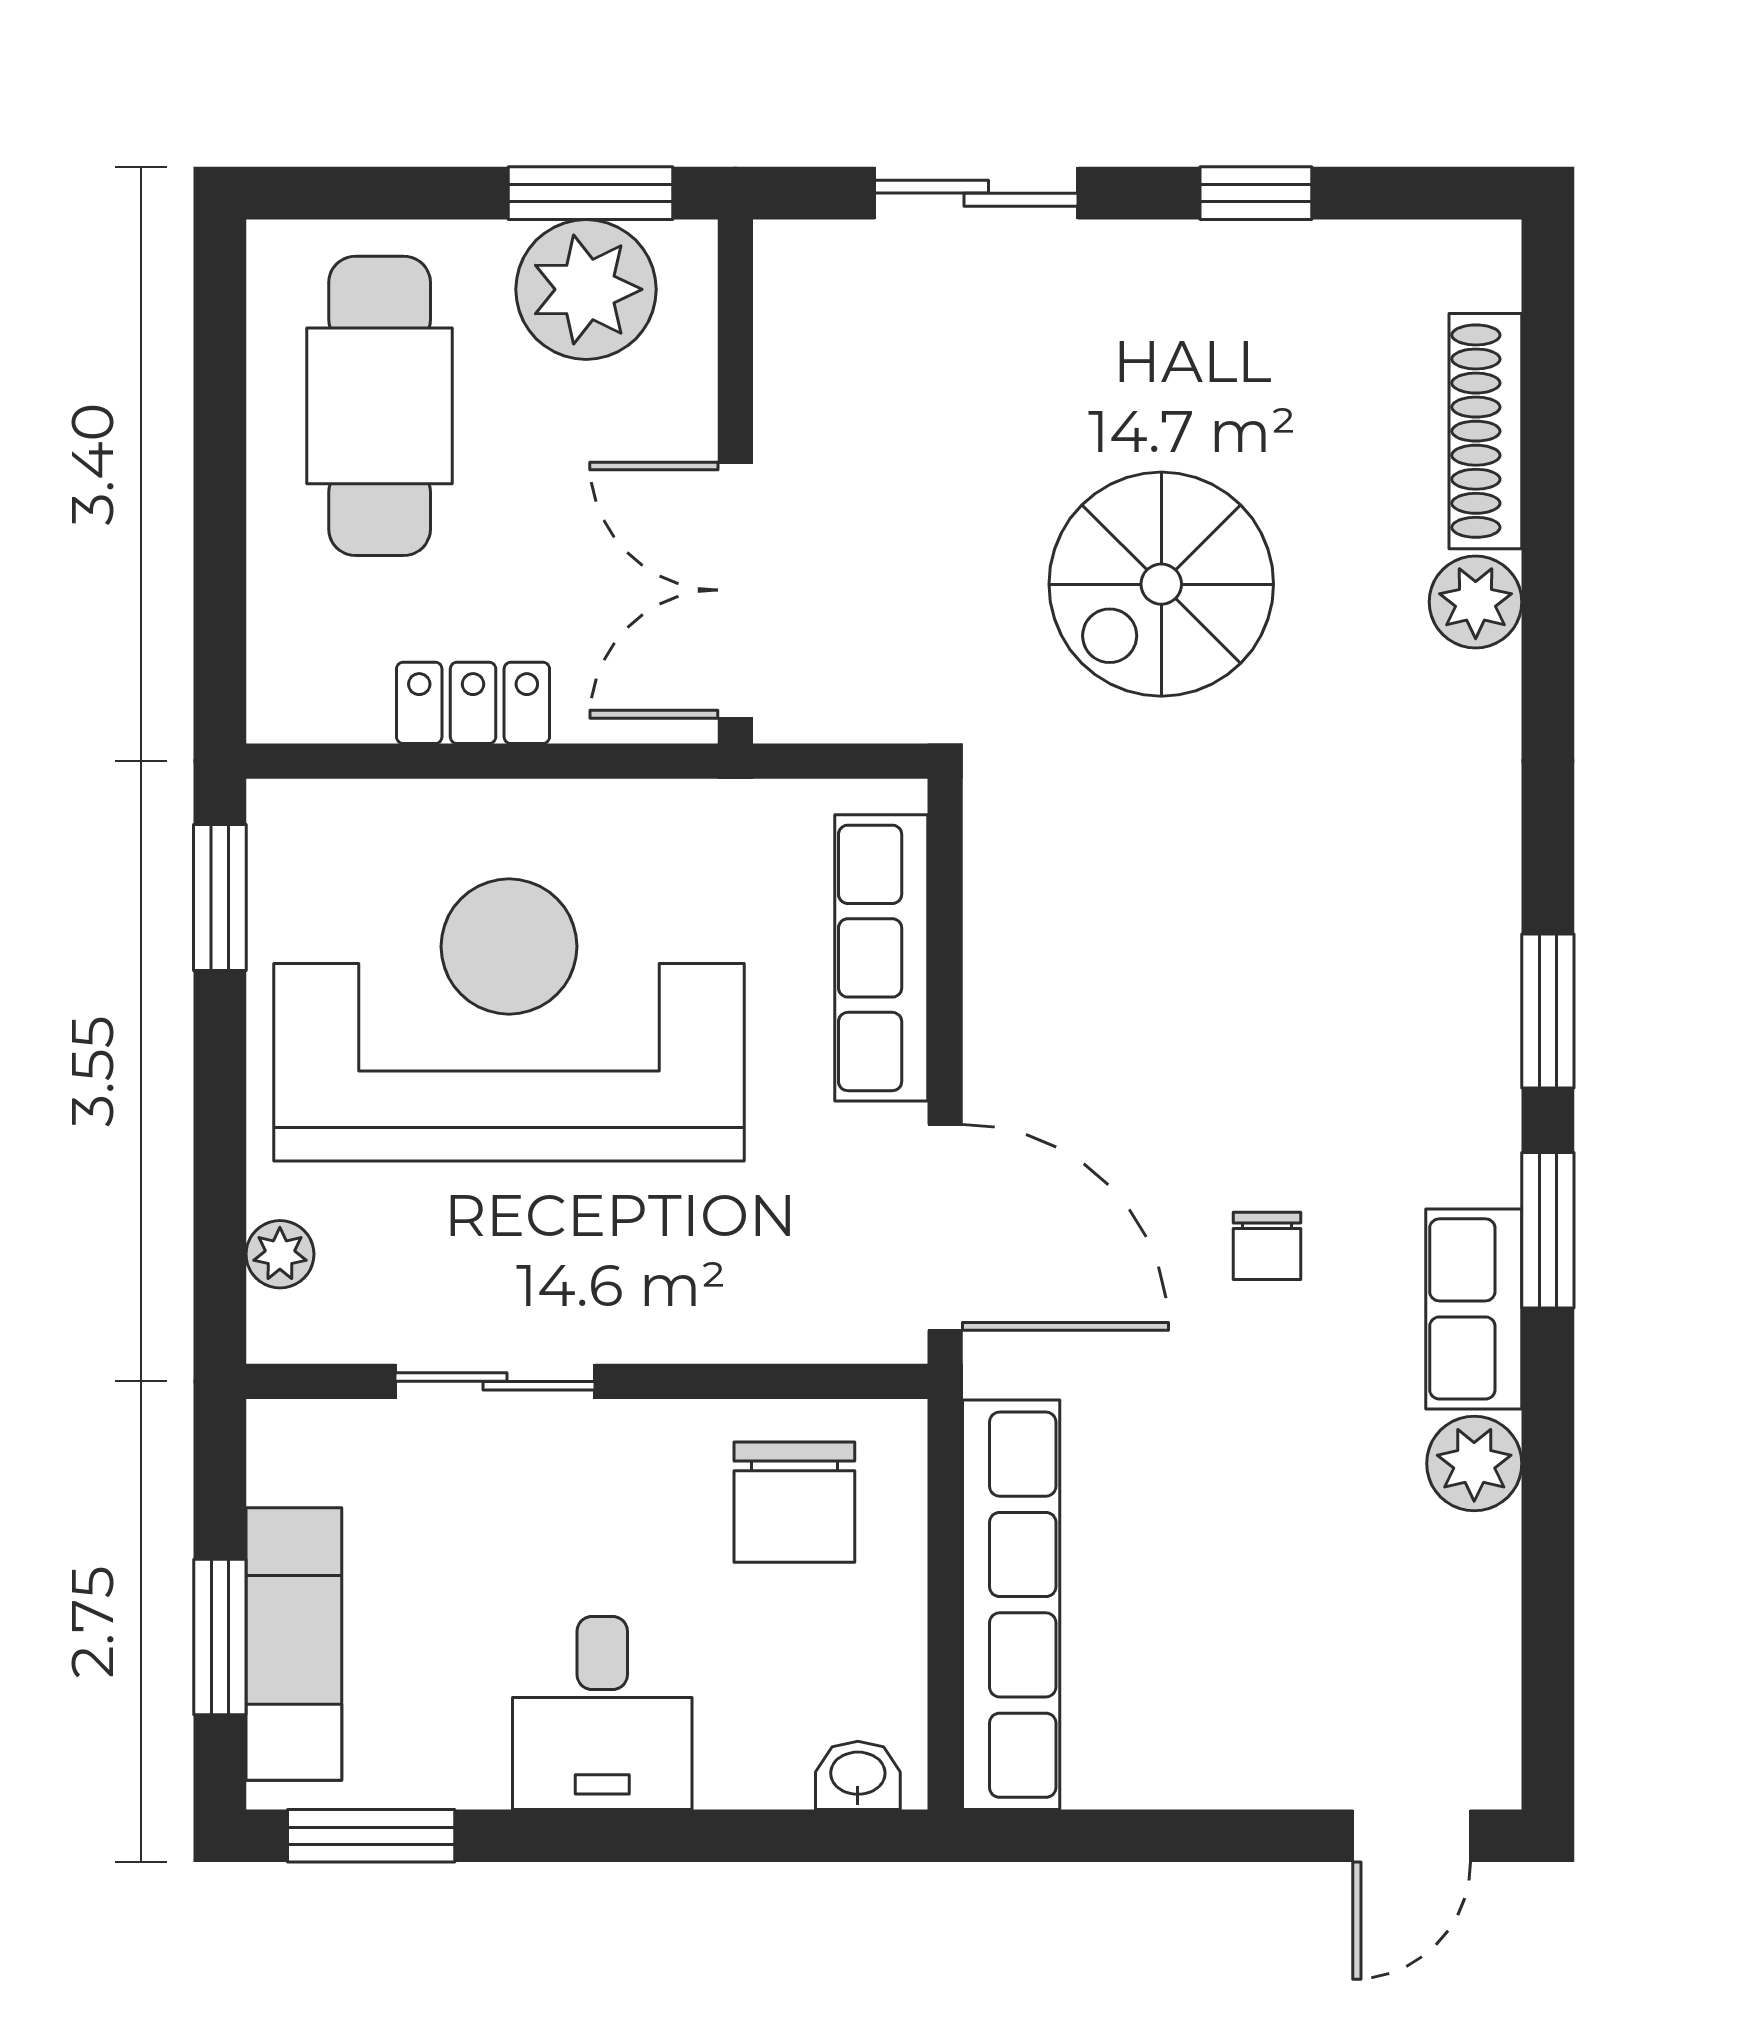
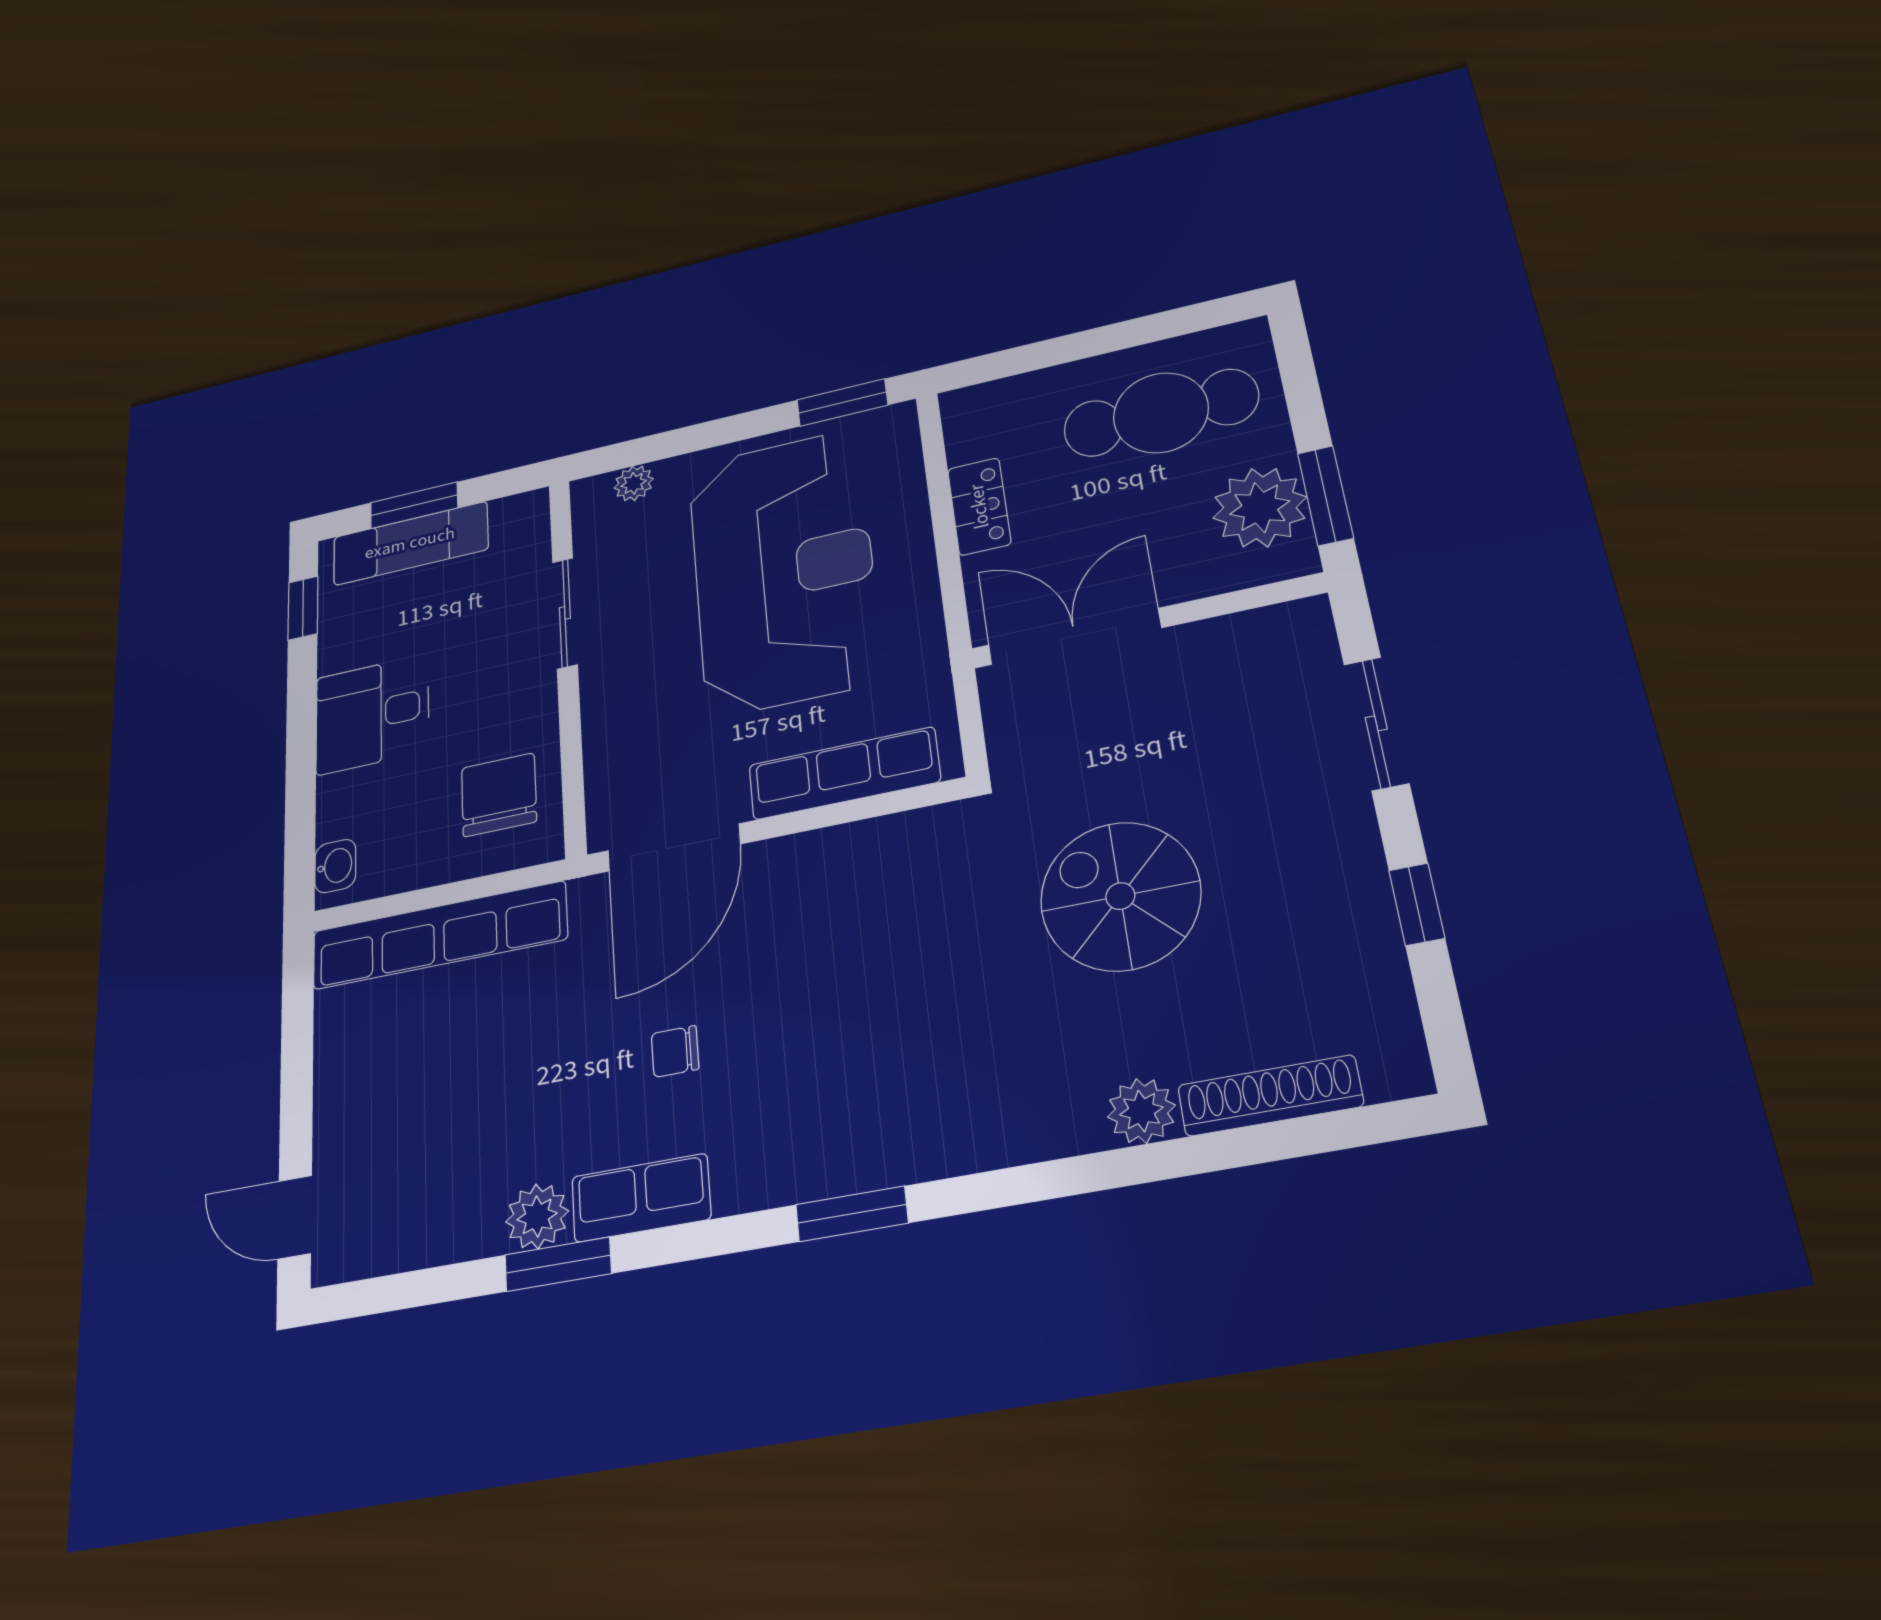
window: (1548, 1230) -> (558, 1264), moved
chair: (794, 1502) -> (499, 795), turned 90
window: (371, 1836) -> (303, 608), width x0.67

